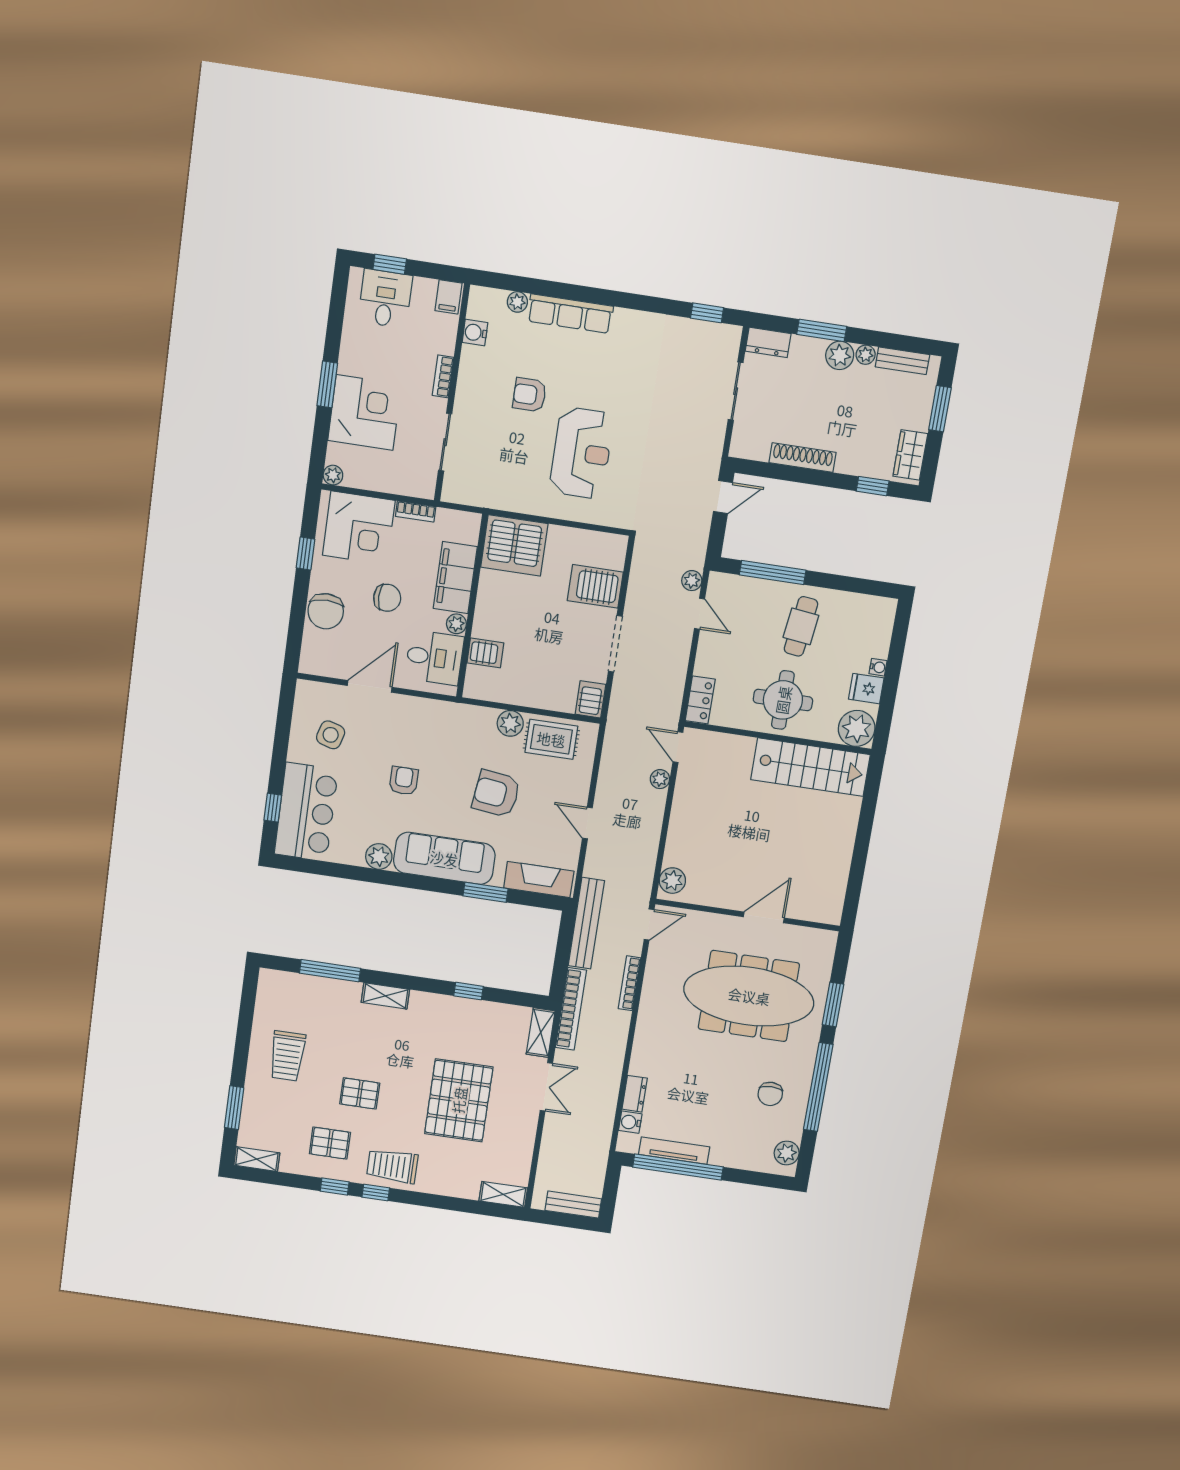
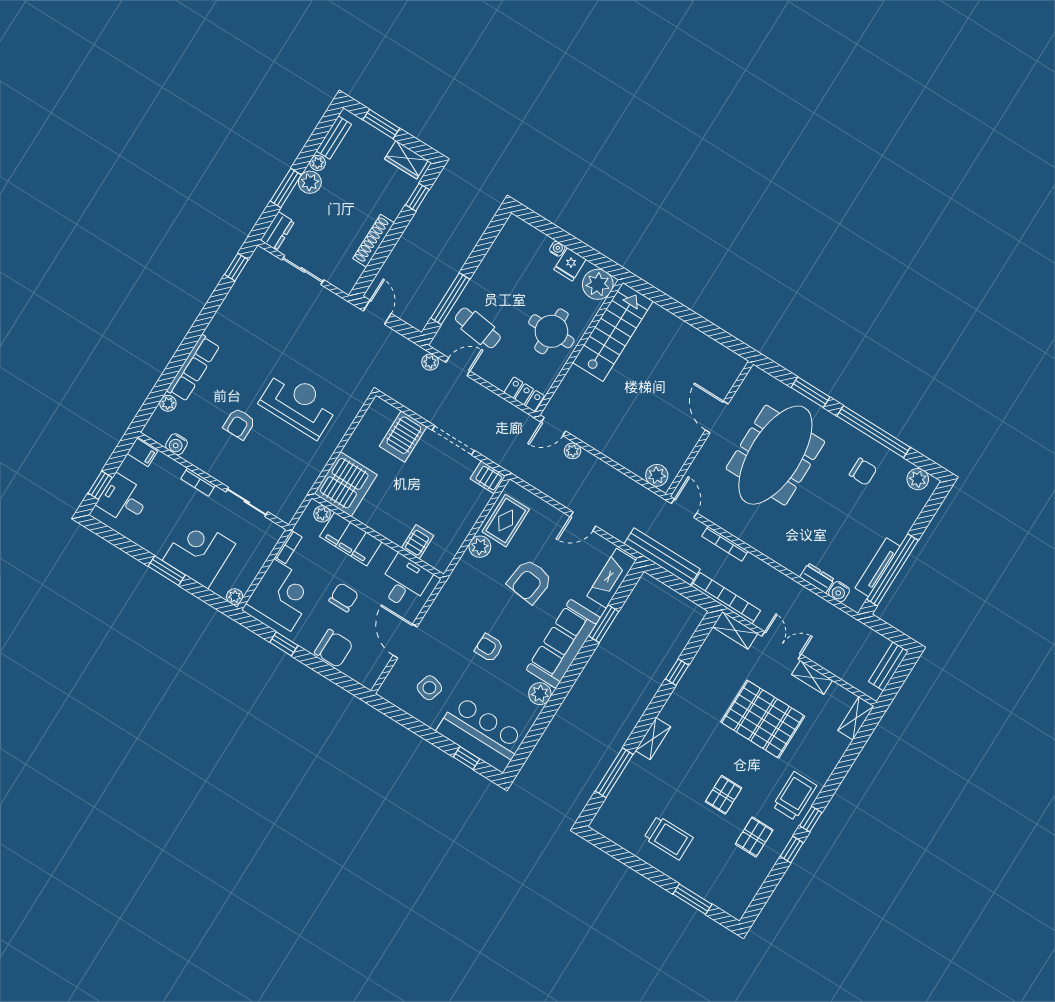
plant: (456, 624) -> (322, 514), moved
cafe table: (801, 626) -> (478, 328), moved
shelving: (257, 1159) -> (812, 677), moved, turned 90
trolley: (392, 1166) -> (794, 796), turned 180

